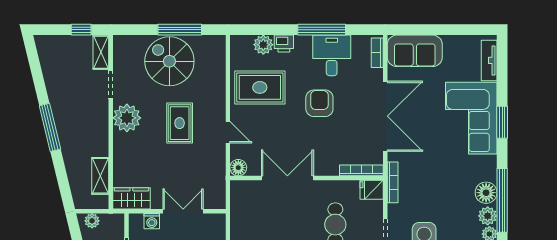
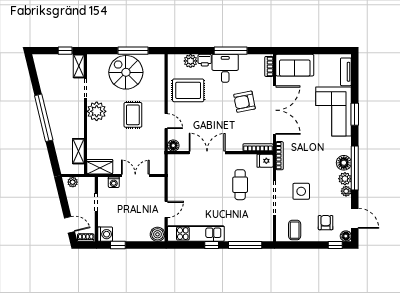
desk: (332, 55) -> (225, 68), moved
armchair: (319, 103) -> (244, 102), moved, turned -101
window: (50, 127) -> (44, 118), width x1.46

